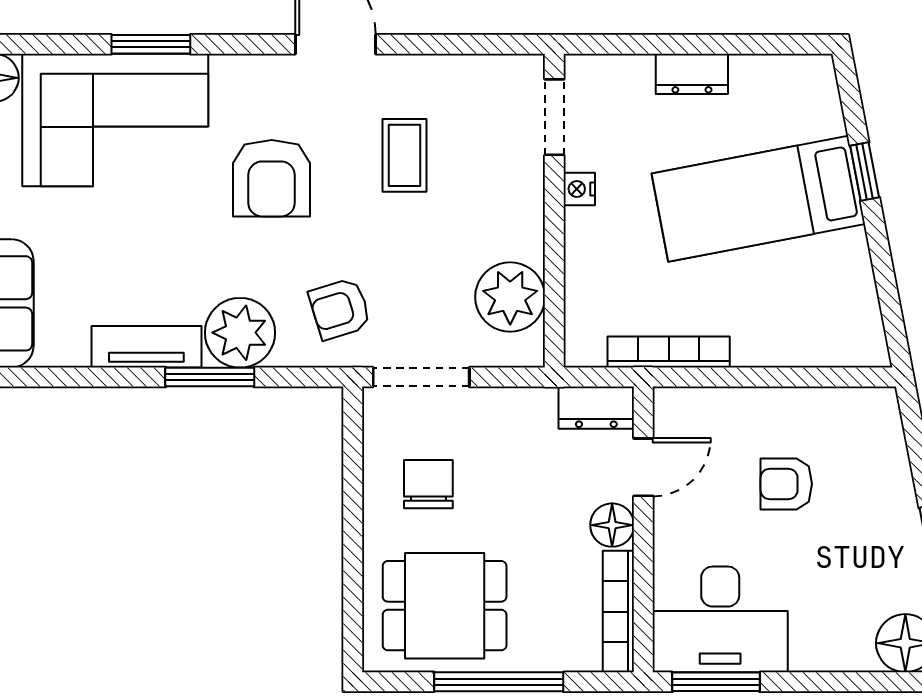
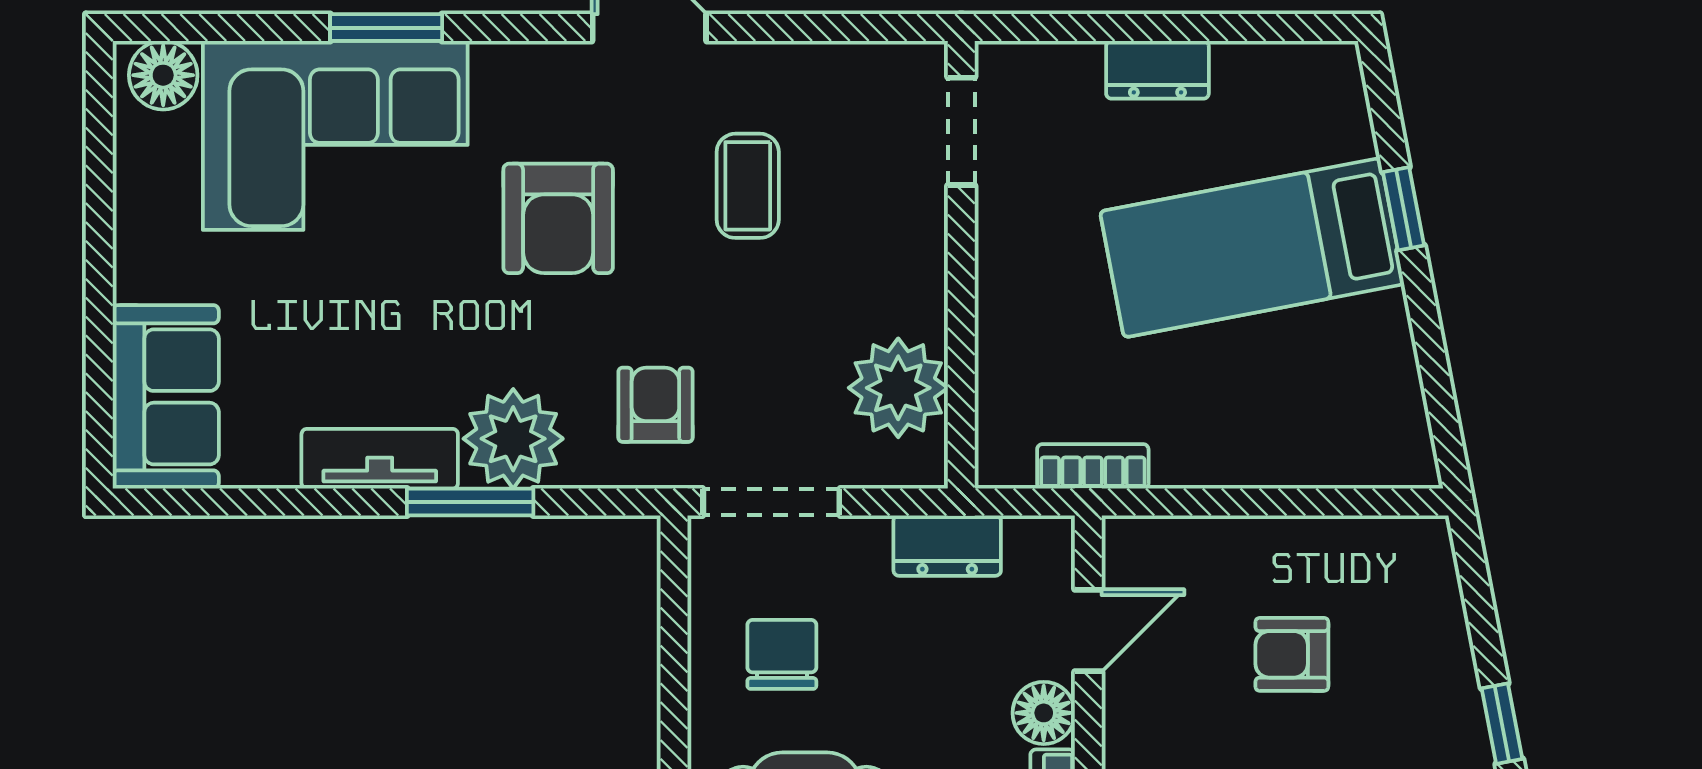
nightstand: (579, 189) -> (997, 234), removed
armchair: (340, 309) -> (655, 405), turned 107
bookcase: (669, 352) -> (1093, 466), width x0.64
dresser: (596, 408) -> (947, 546), moved

